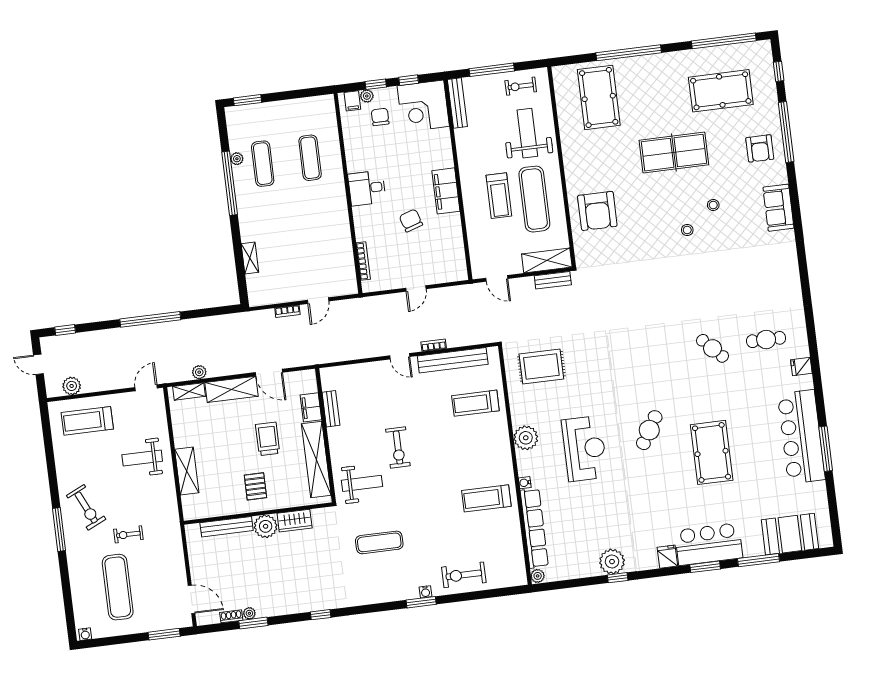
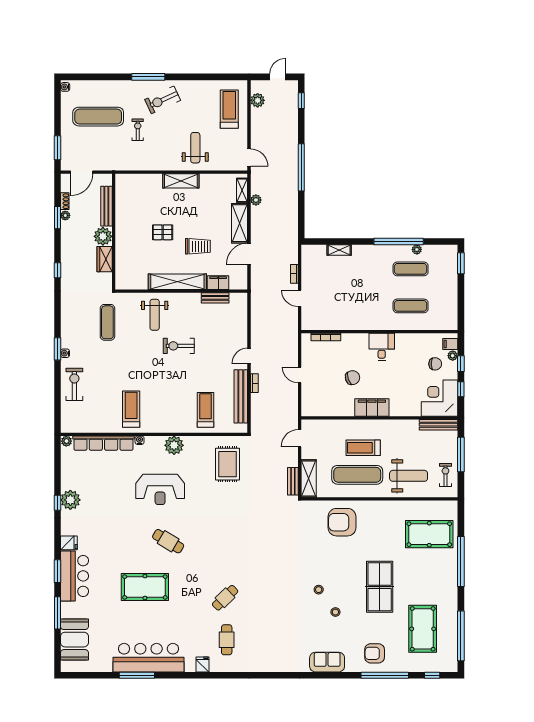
wall: (258, 514) -> (114, 232), moved
wardrobe: (295, 521) -> (105, 259), moved
plant: (266, 526) -> (103, 236), moved
bench: (227, 527) -> (106, 206), moved

